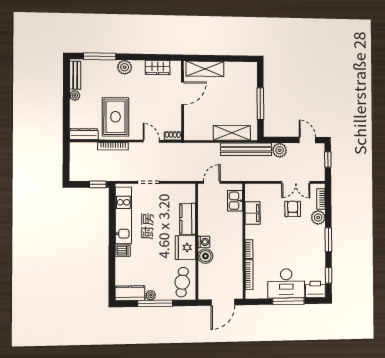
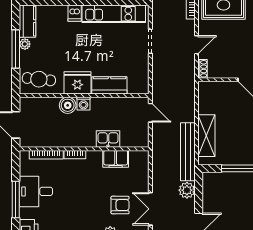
kitchen sink: (235, 201) -> (108, 139), moved
desk: (286, 283) -> (36, 191), width x0.73

